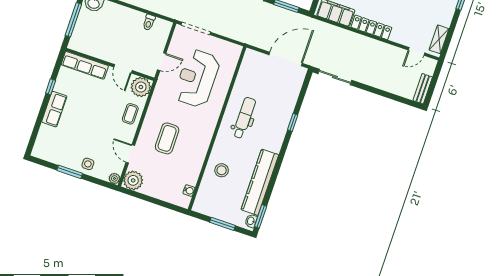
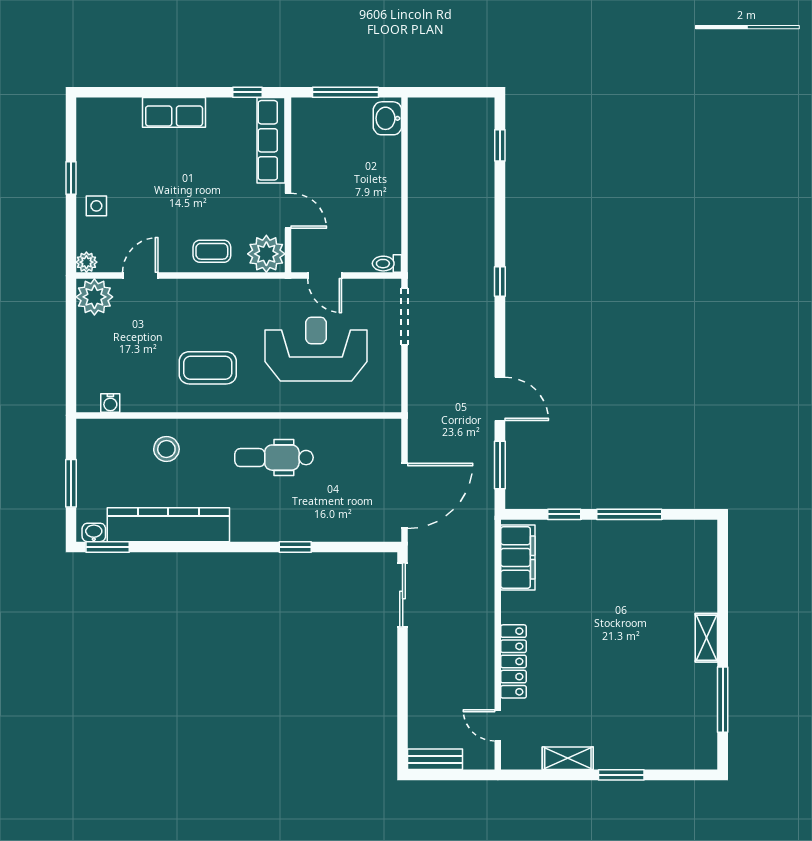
toilet: (149, 22) -> (387, 264), moved
locker: (371, 27) -> (514, 661), moved
shelving: (439, 39) -> (568, 758), moved
door: (286, 59) -> (405, 496), hinge flipped
door: (123, 69) -> (288, 211), swing flipped
window: (51, 87) -> (248, 92), moved
dental chair: (244, 118) -> (274, 458), turned 180
coffee table: (167, 138) -> (208, 368), moved
window: (70, 172) -> (71, 178), width x0.67

